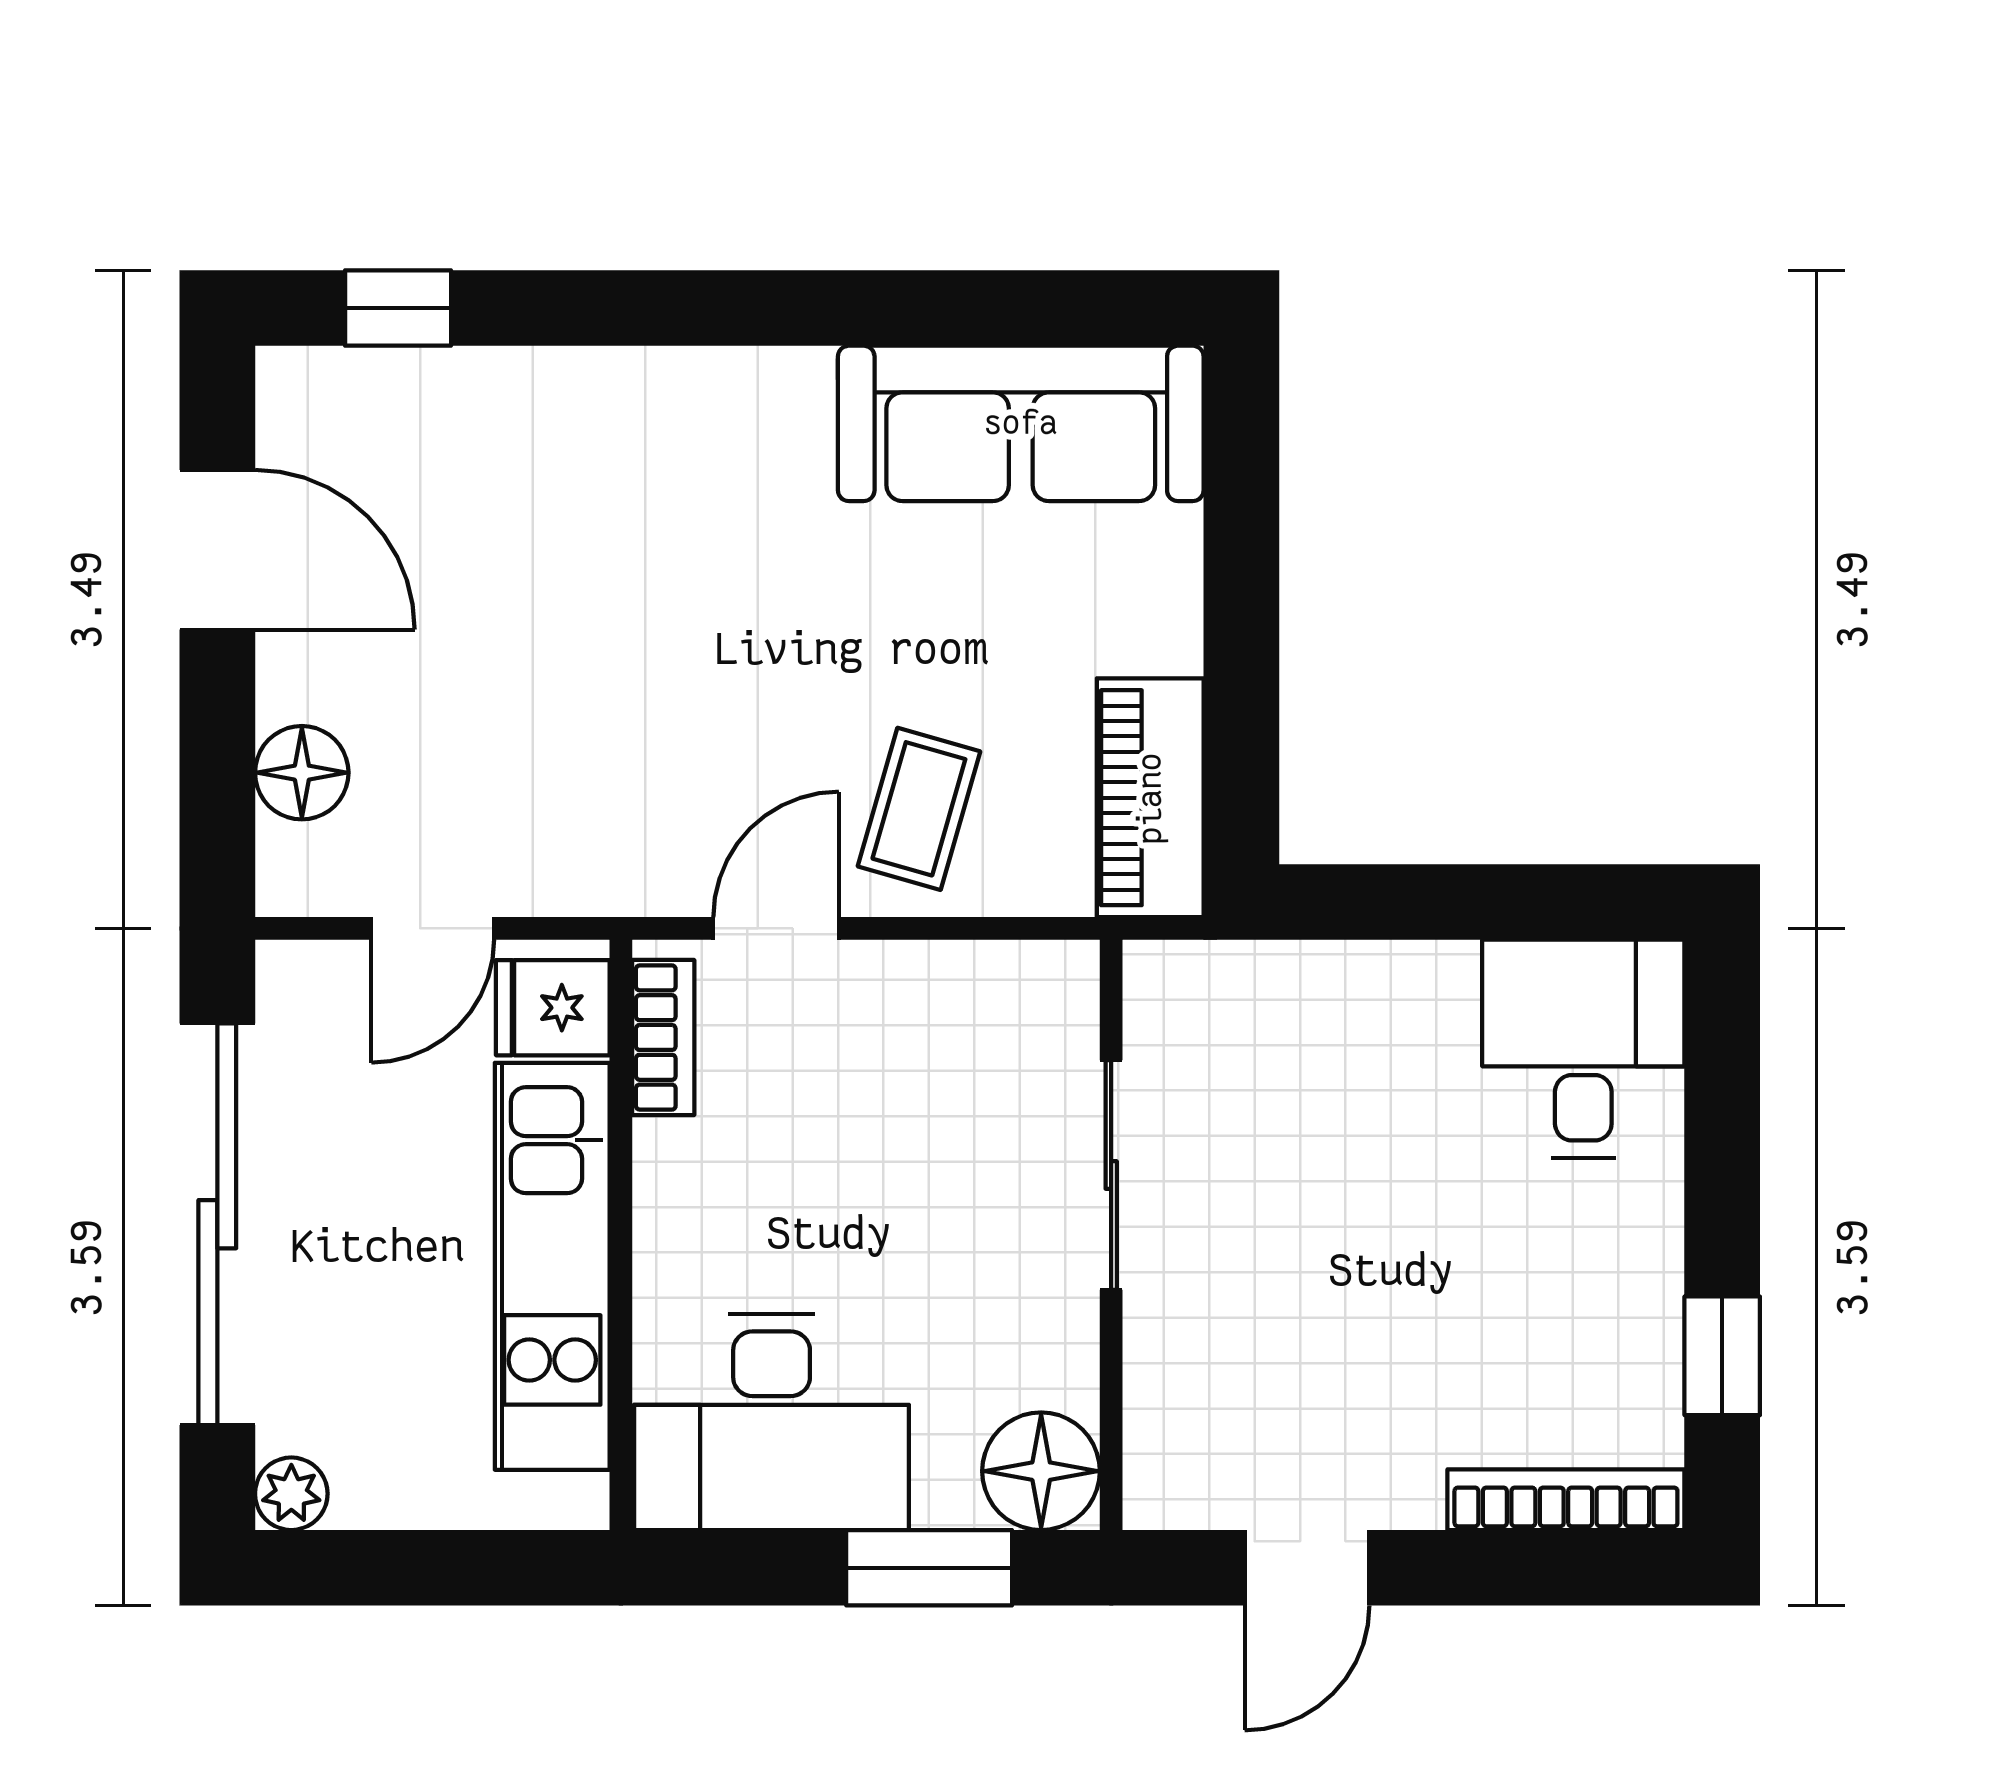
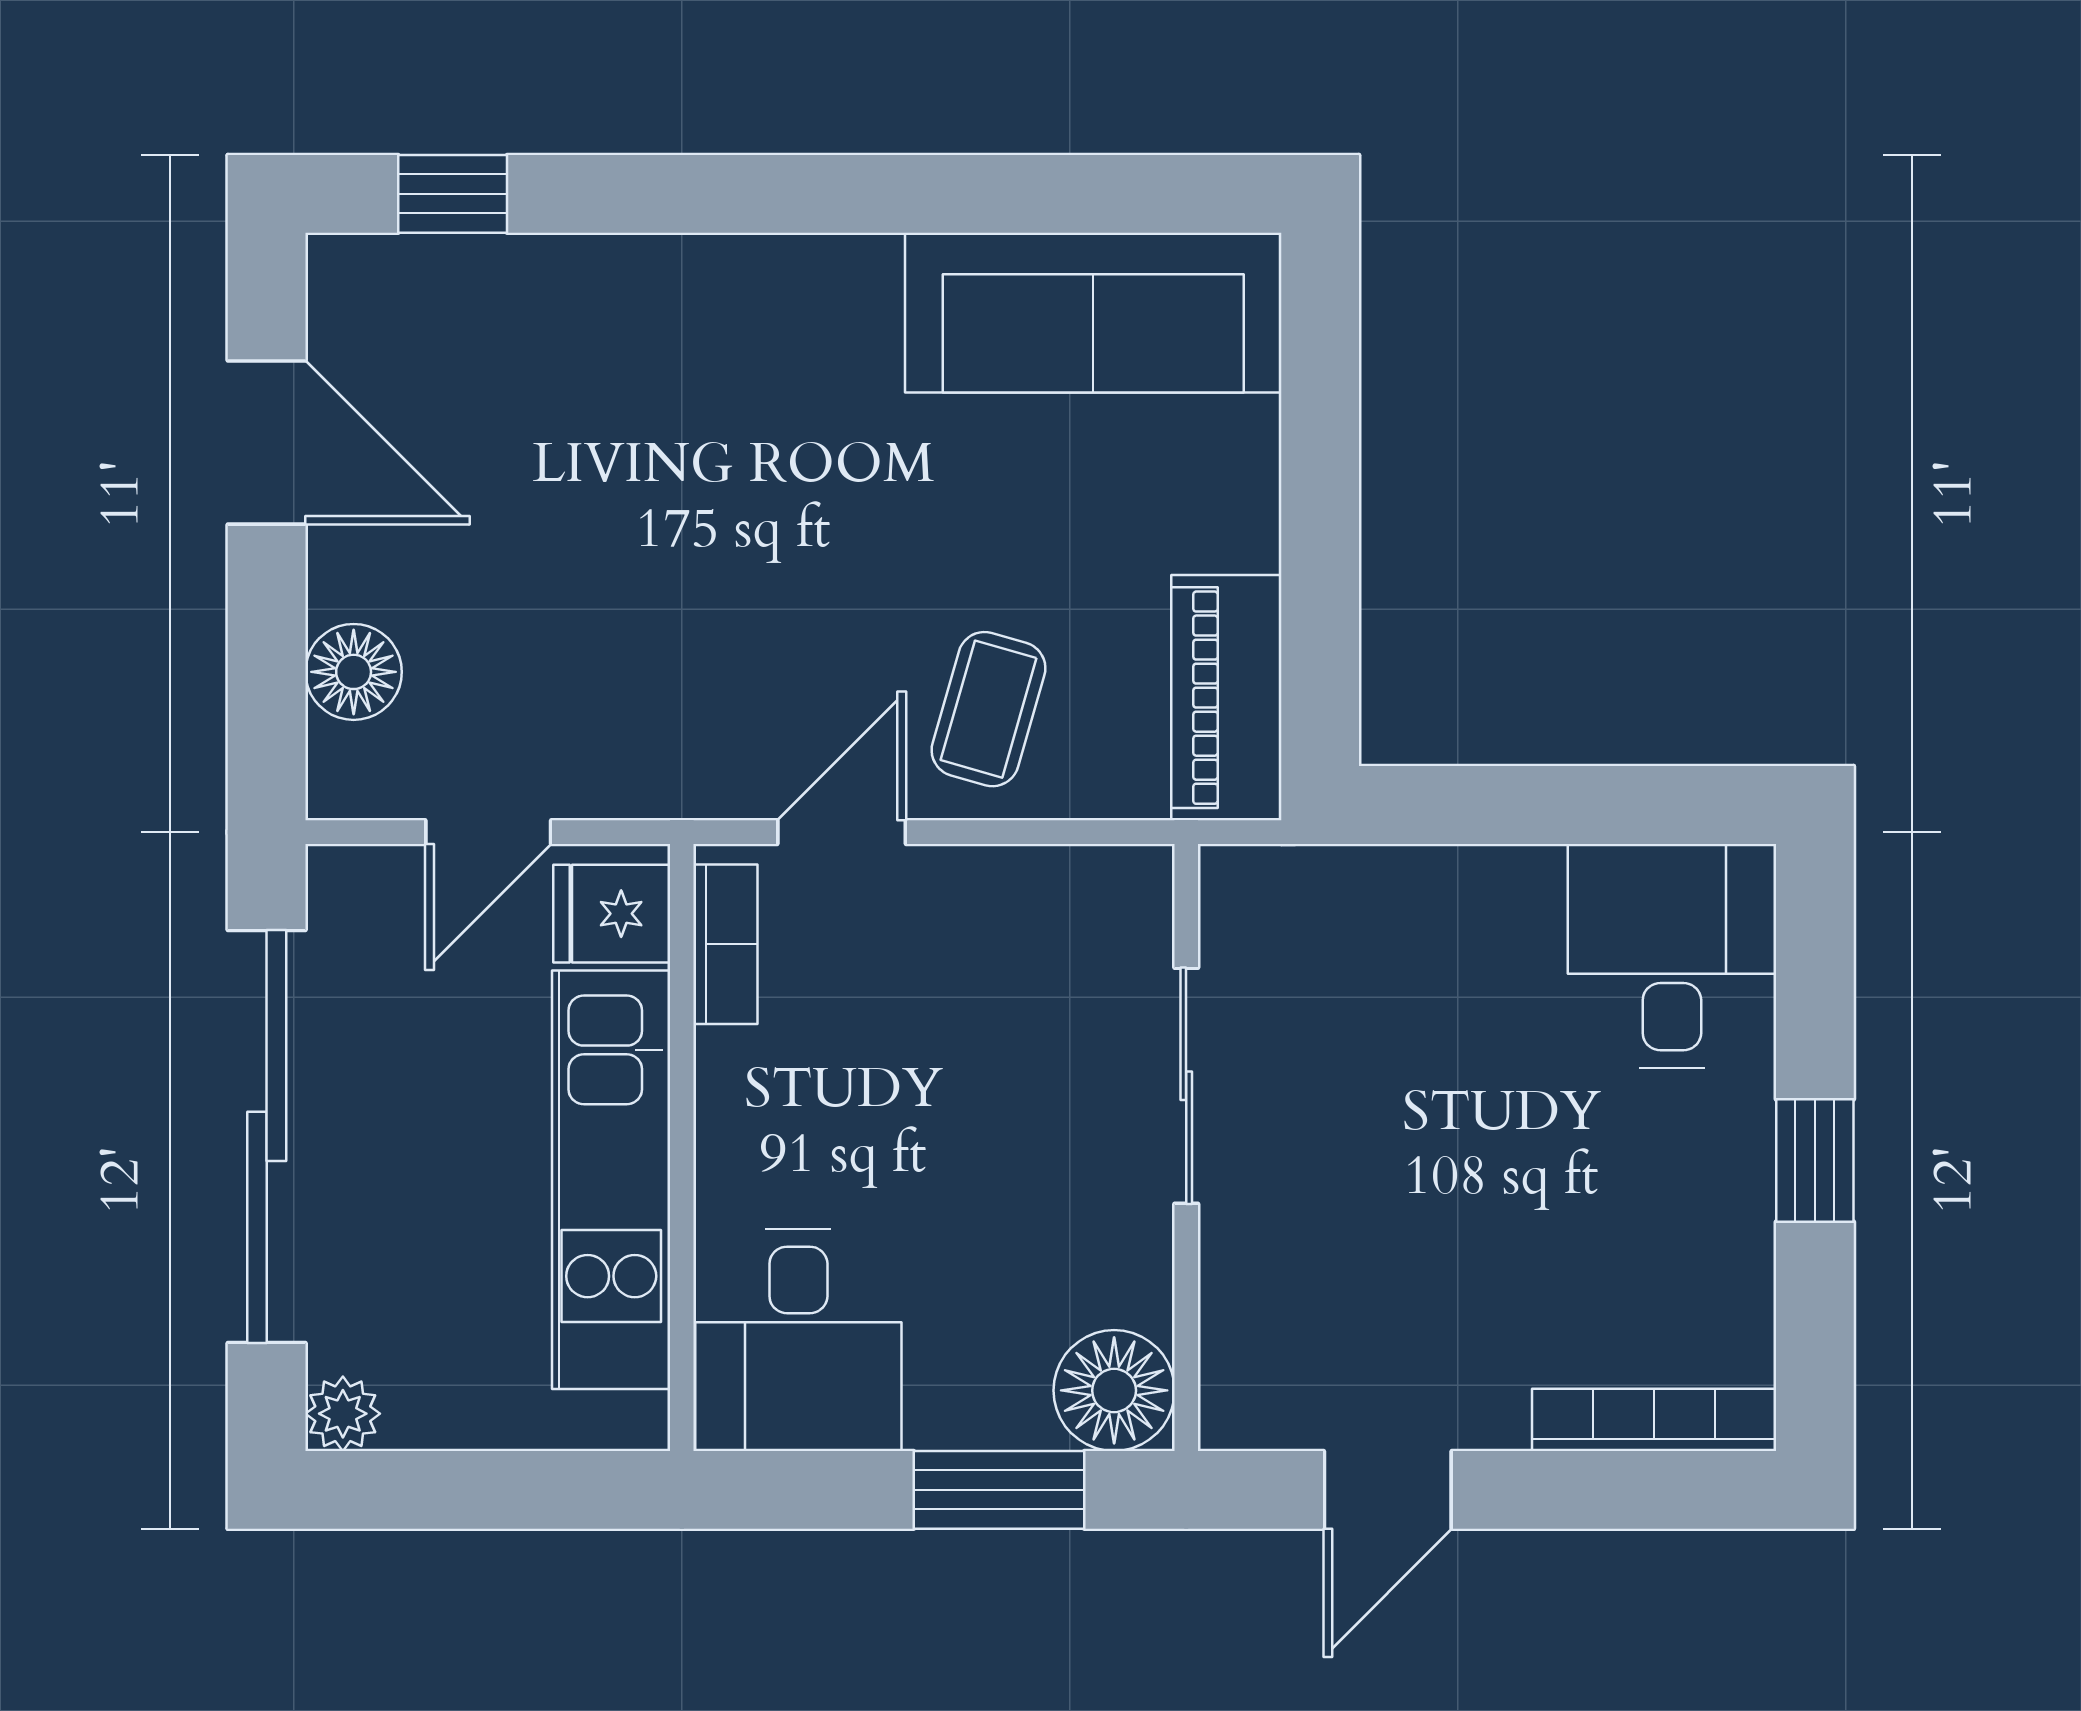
window: (1722, 1356) -> (1815, 1161), moved
desk: (772, 1422) -> (798, 1340), width x0.73

